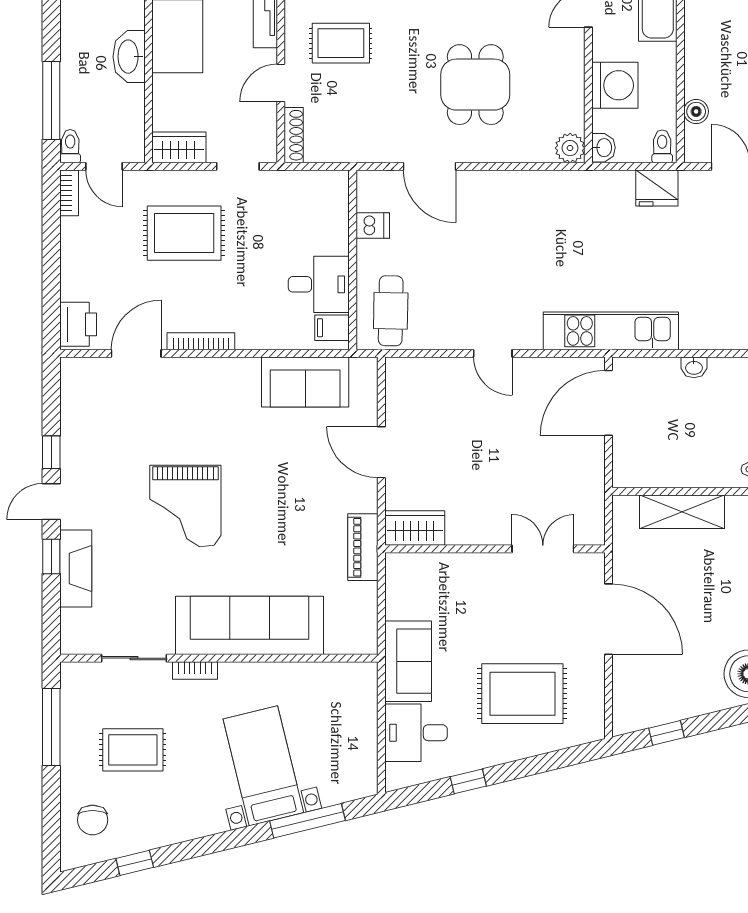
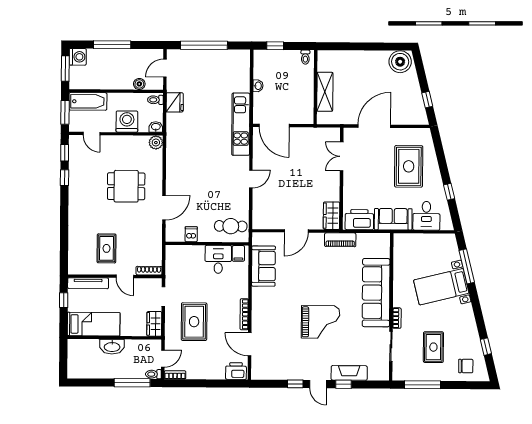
printer: (407, 588) -> (359, 220), added

